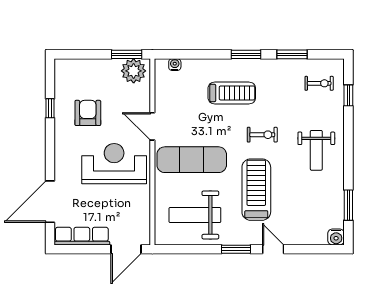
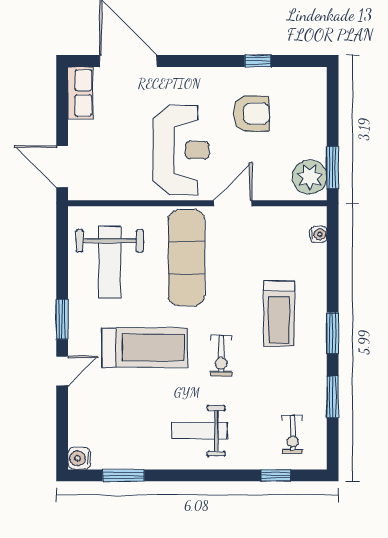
weight bench: (195, 215) -> (110, 262), turned 180
row of seats: (82, 236) -> (80, 93), width x0.68

